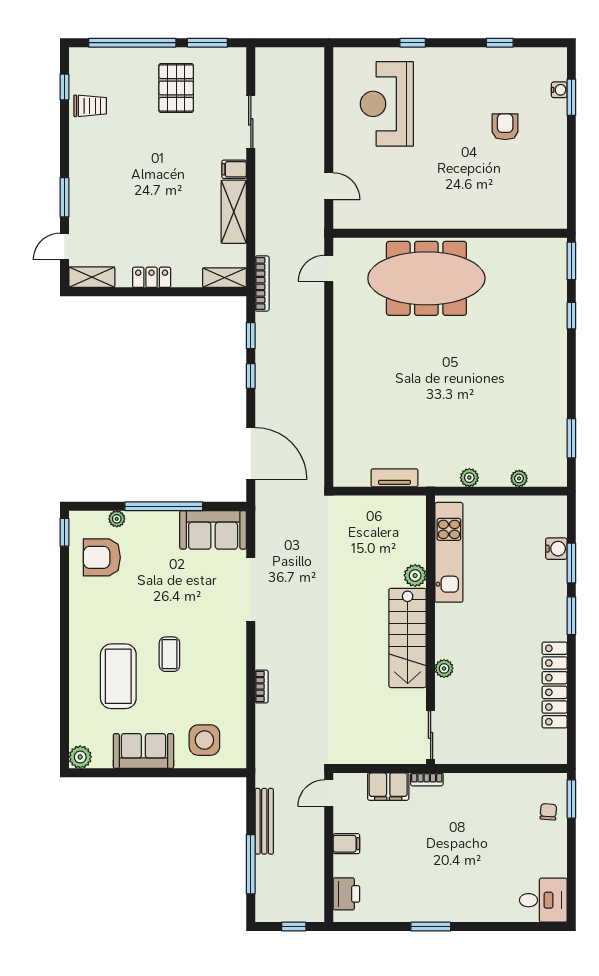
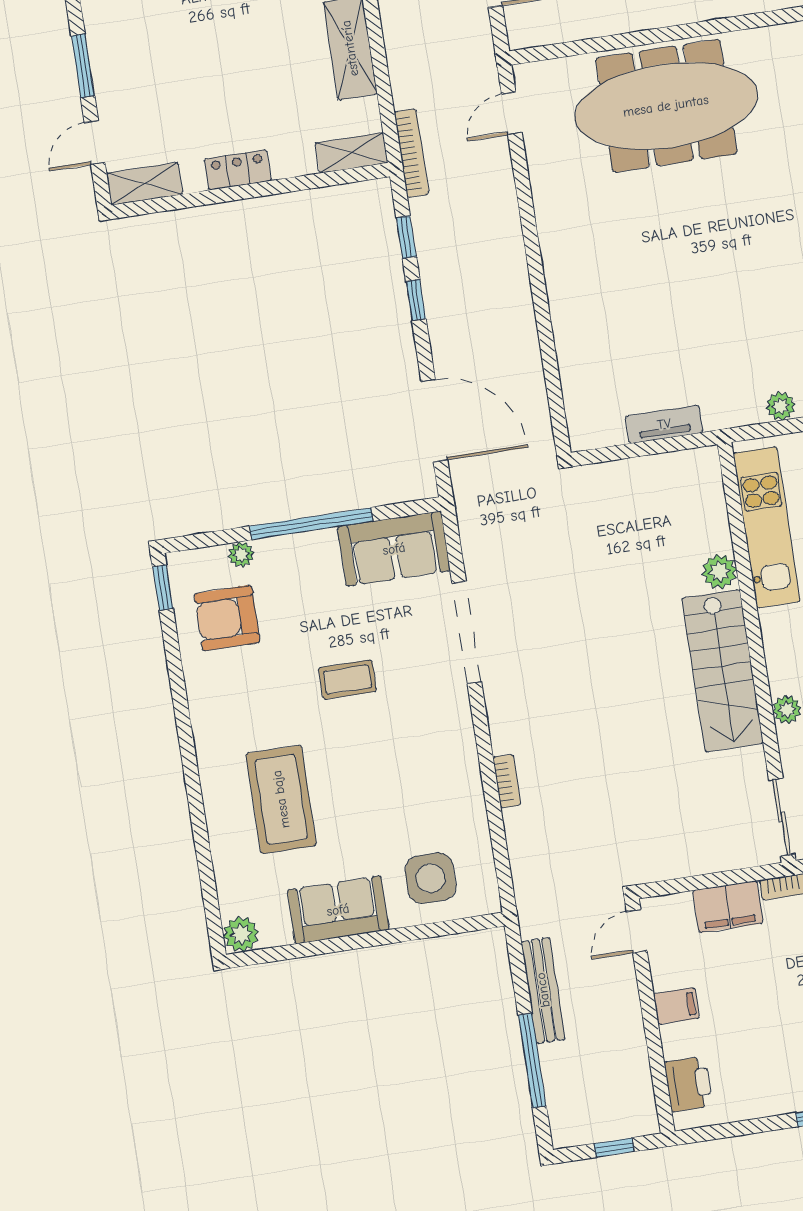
coffee table: (169, 654) -> (347, 679), moved, turned 90

